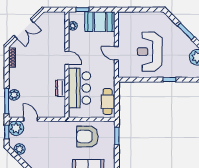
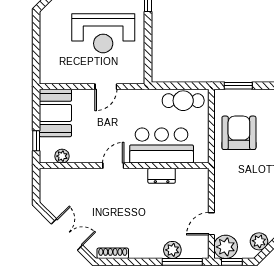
armchair: (87, 137) -> (239, 133), turned 180

